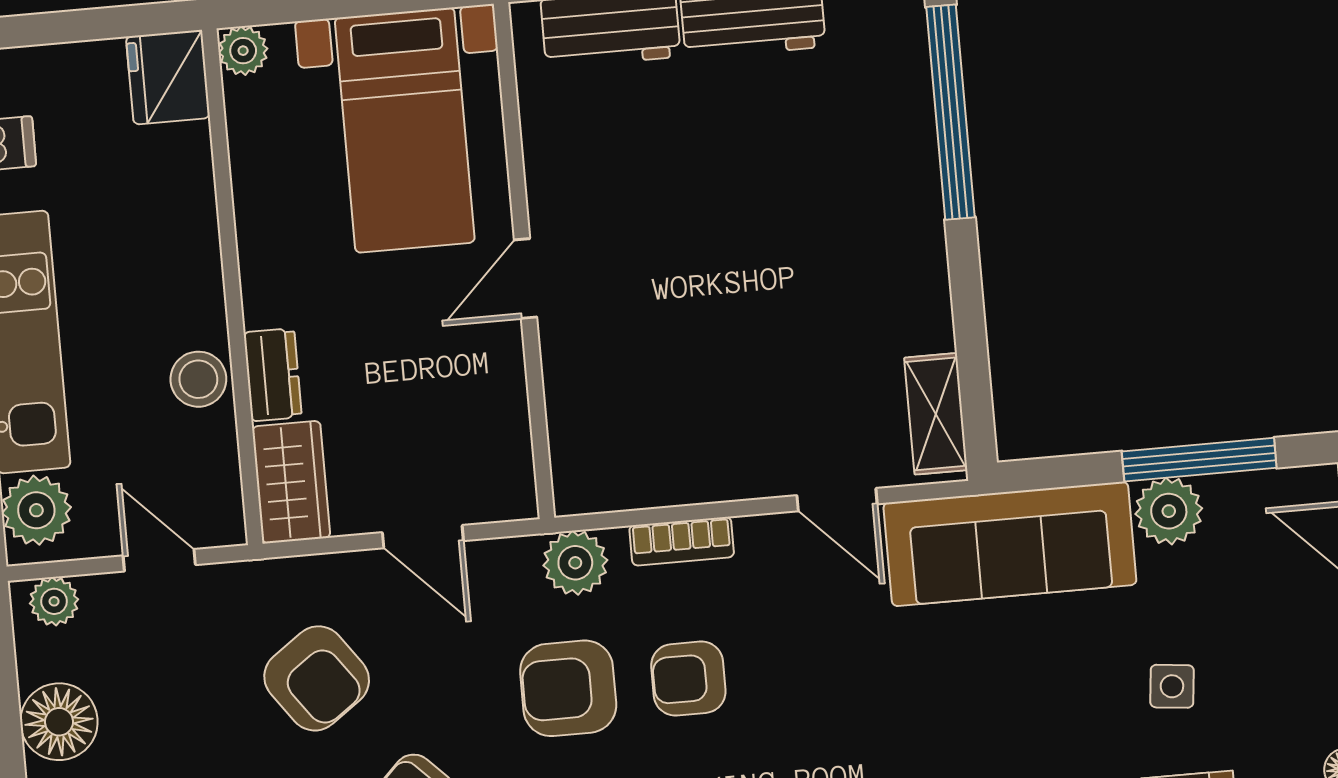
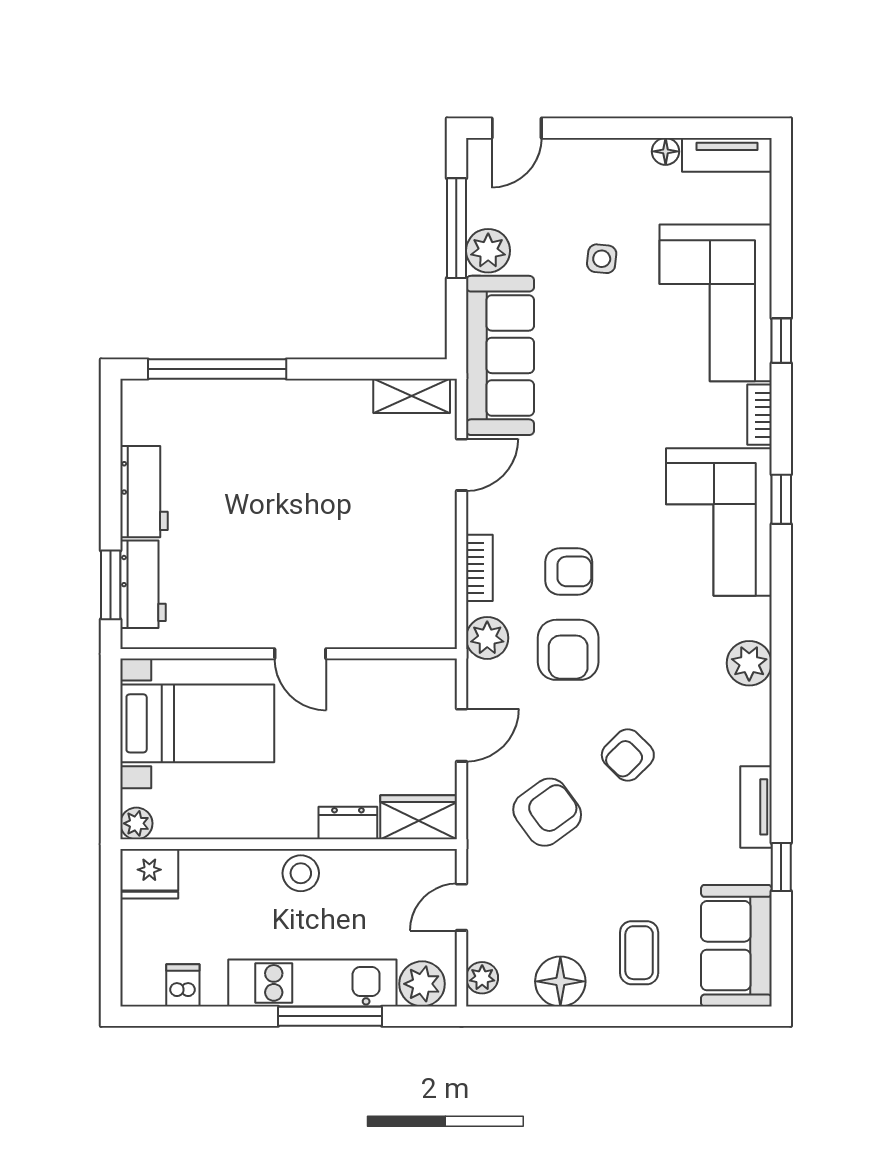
stool: (198, 379) -> (301, 873), moved
armchair: (688, 679) -> (569, 571), turned -90

